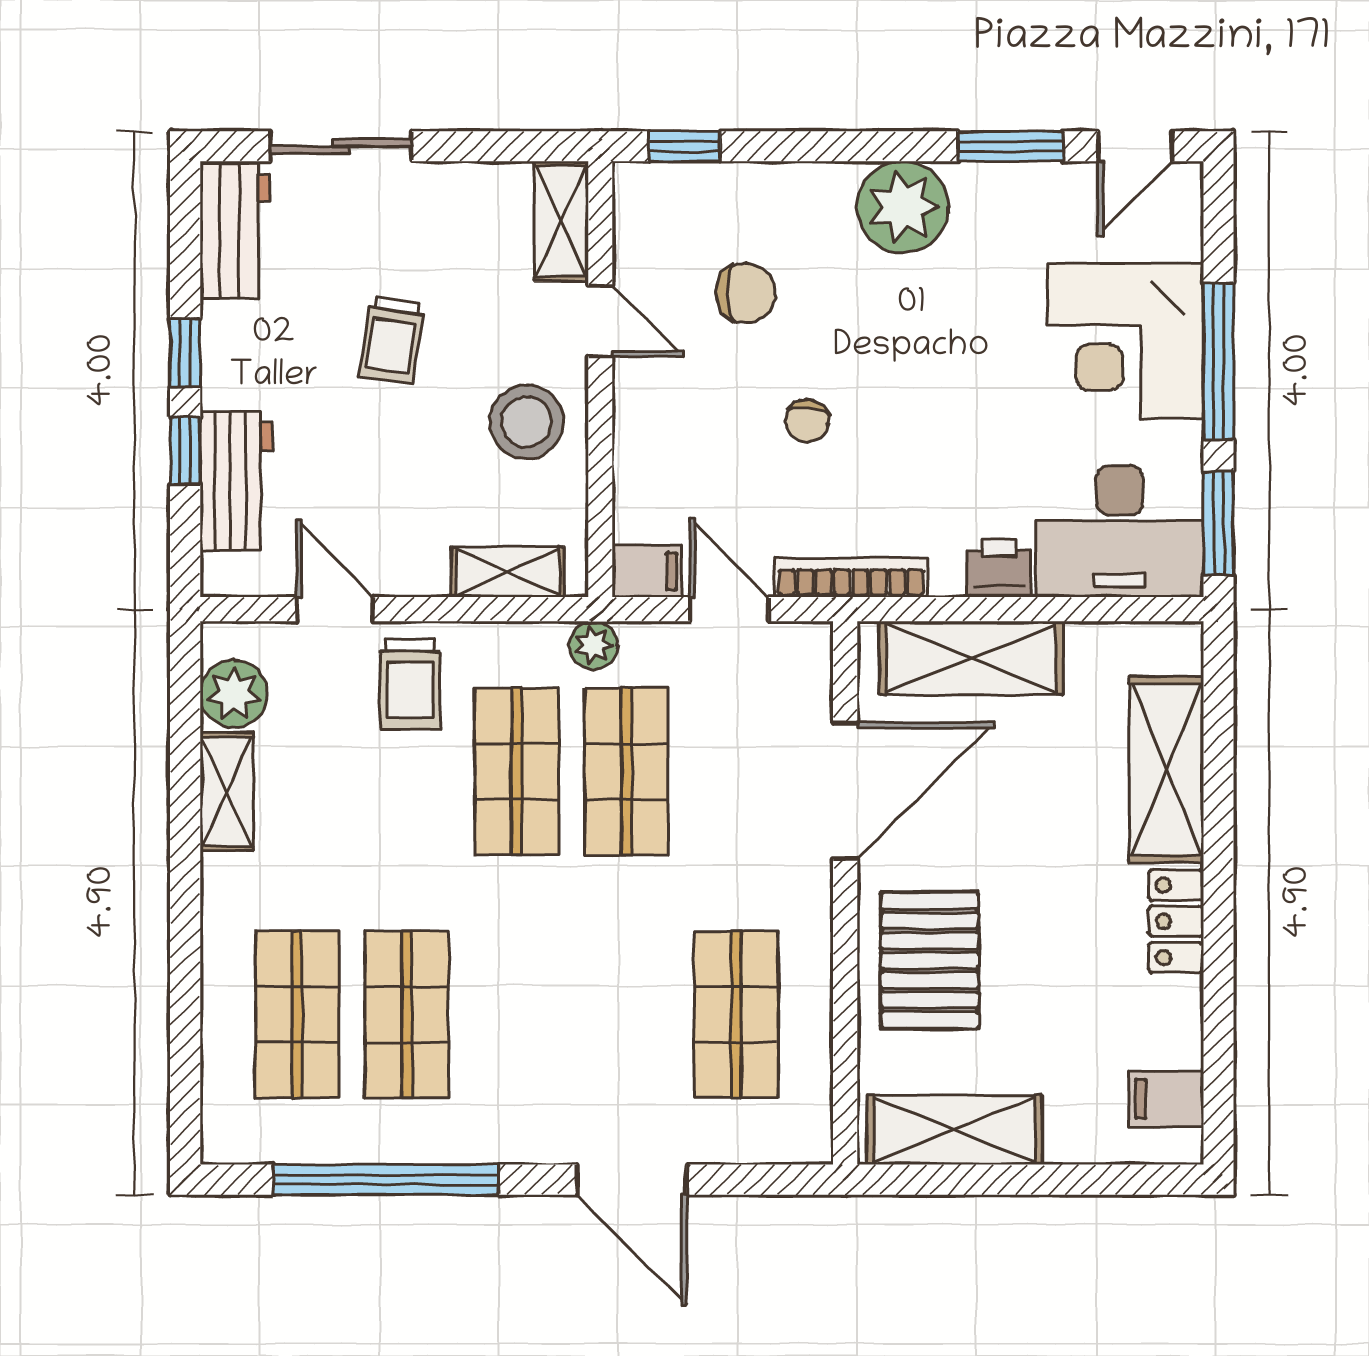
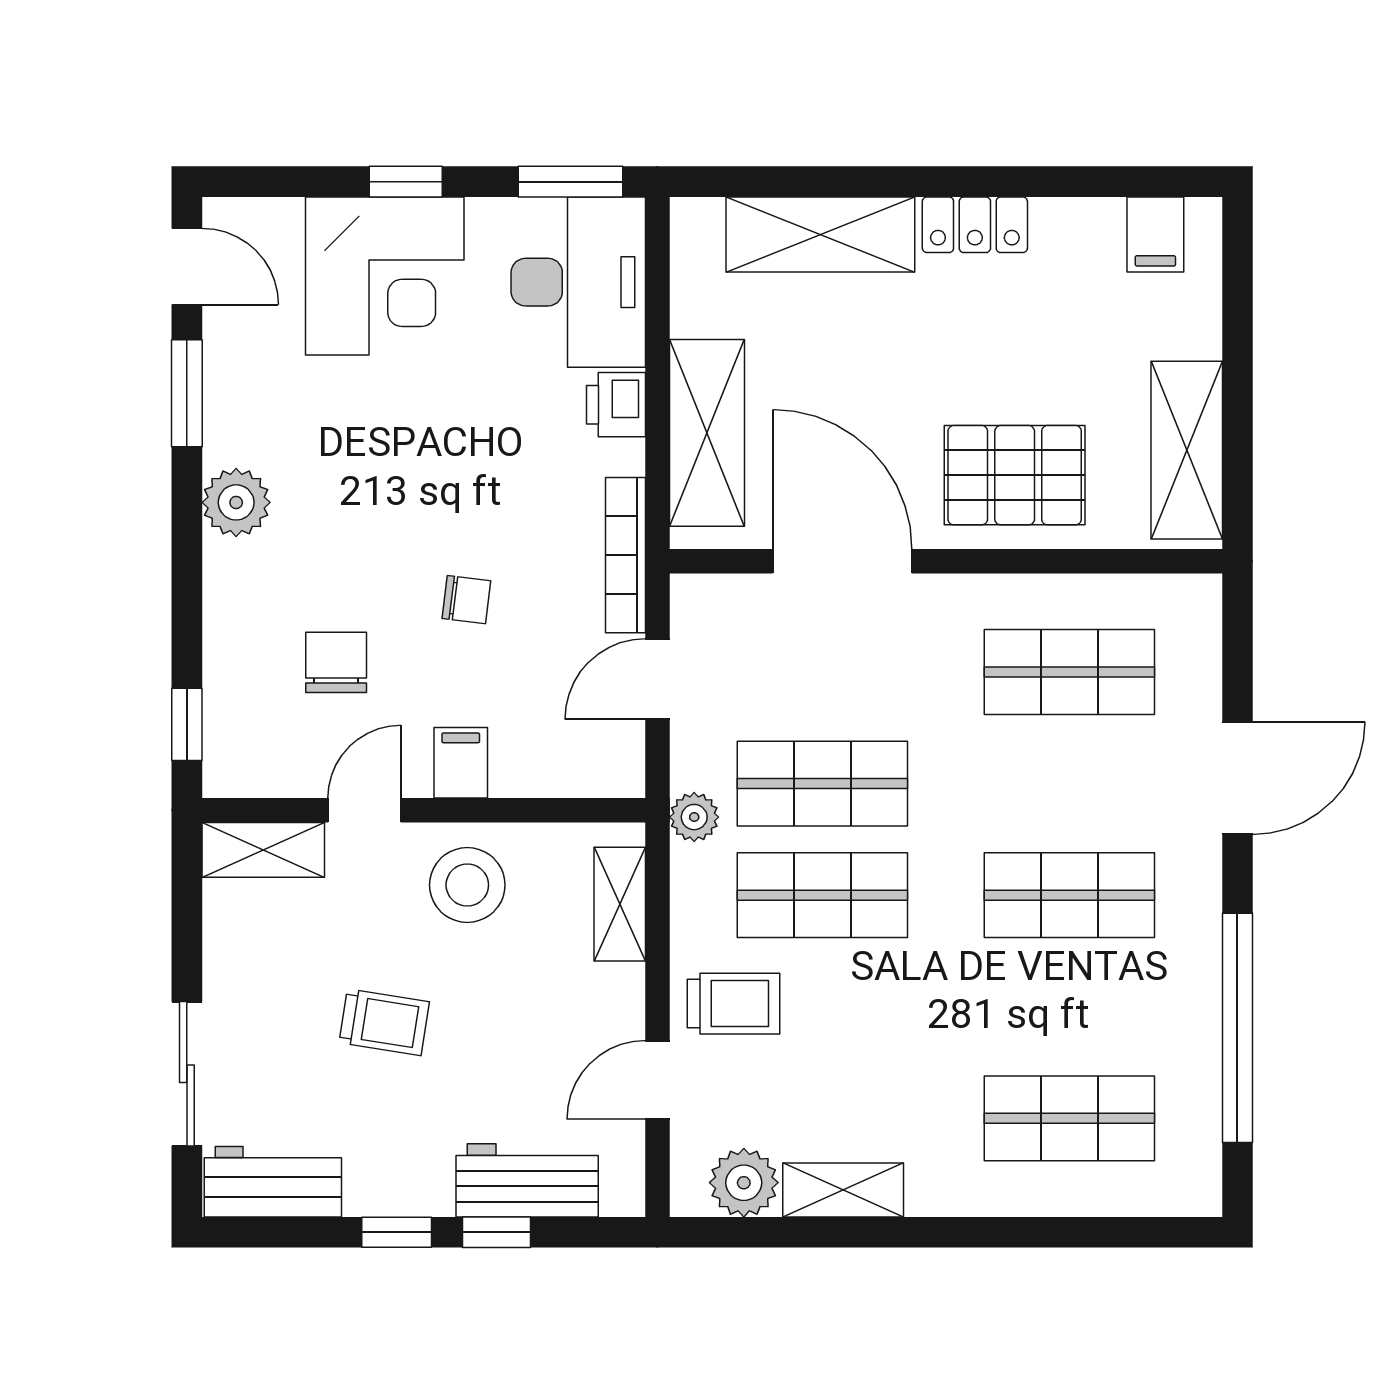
plant: (903, 207) -> (236, 502), width x0.73, depth x0.73
window: (1219, 362) -> (406, 182), width x0.46
filing cabinet: (647, 571) -> (461, 763), moved
shop shelf: (407, 1014) -> (1069, 895), moved

